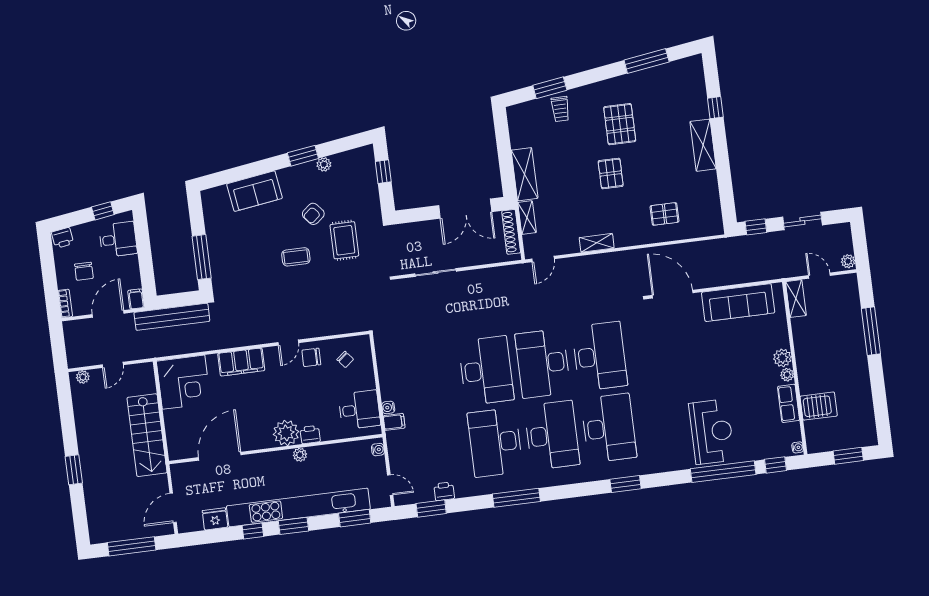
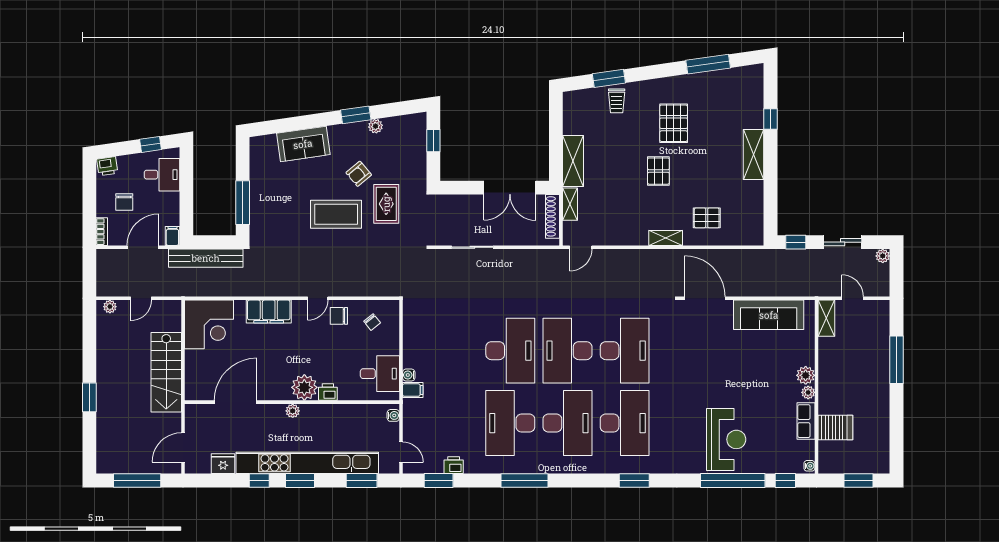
shelving: (597, 243) -> (666, 238), moved
coffee table: (296, 257) -> (336, 214), width x1.86, depth x1.72
plant: (848, 261) -> (883, 256), moved
plant: (300, 455) -> (293, 411), moved

